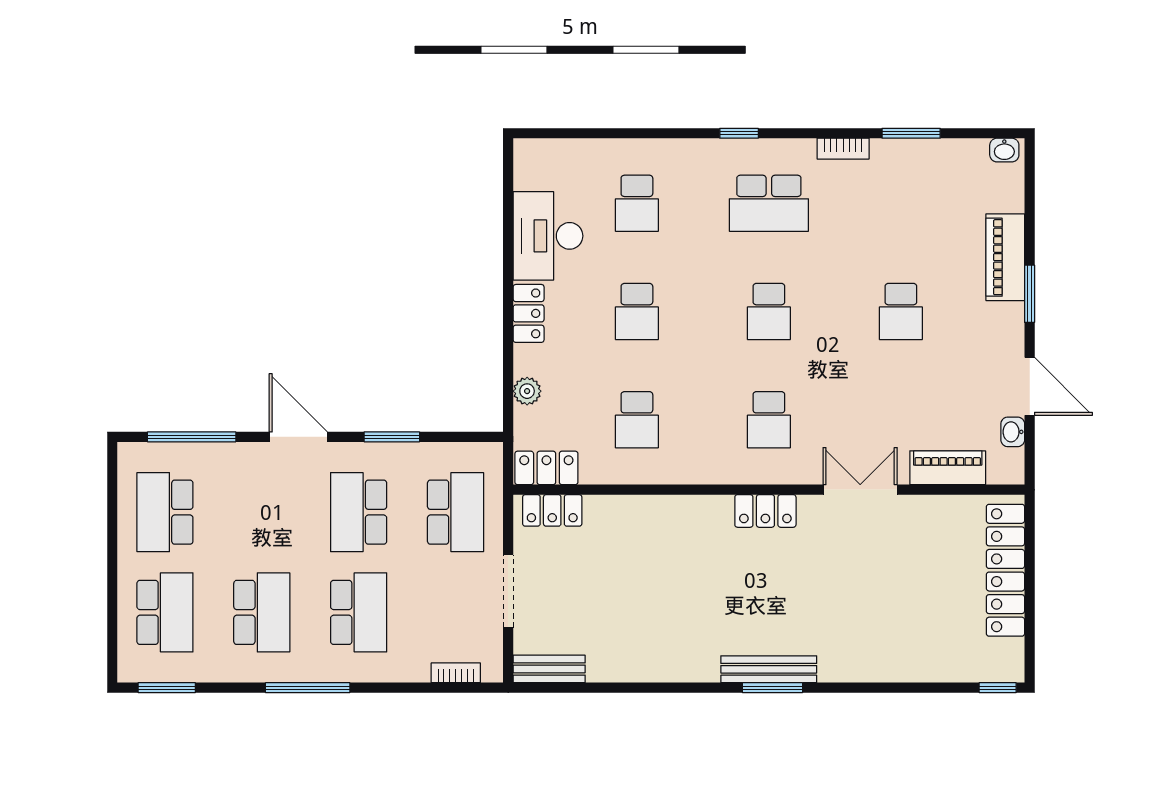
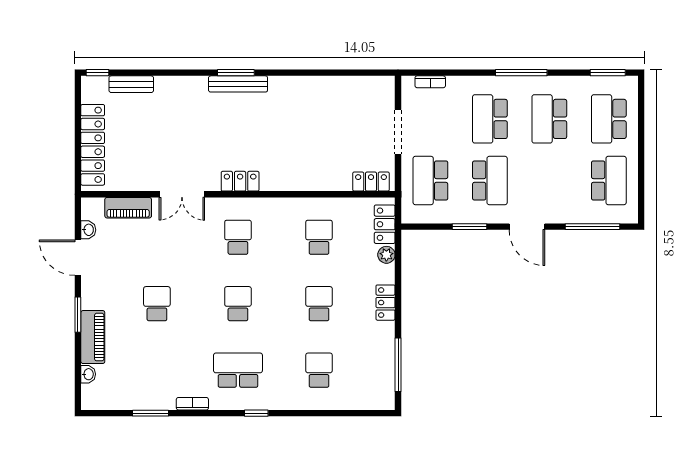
washbasin: (1004, 150) -> (88, 374), moved, turned 90
window: (508, 212) -> (398, 365), added
desk: (548, 236) -> (374, 350), removed
locker: (546, 468) -> (385, 224), moved, turned 90
bench: (549, 669) -> (131, 84), moved

